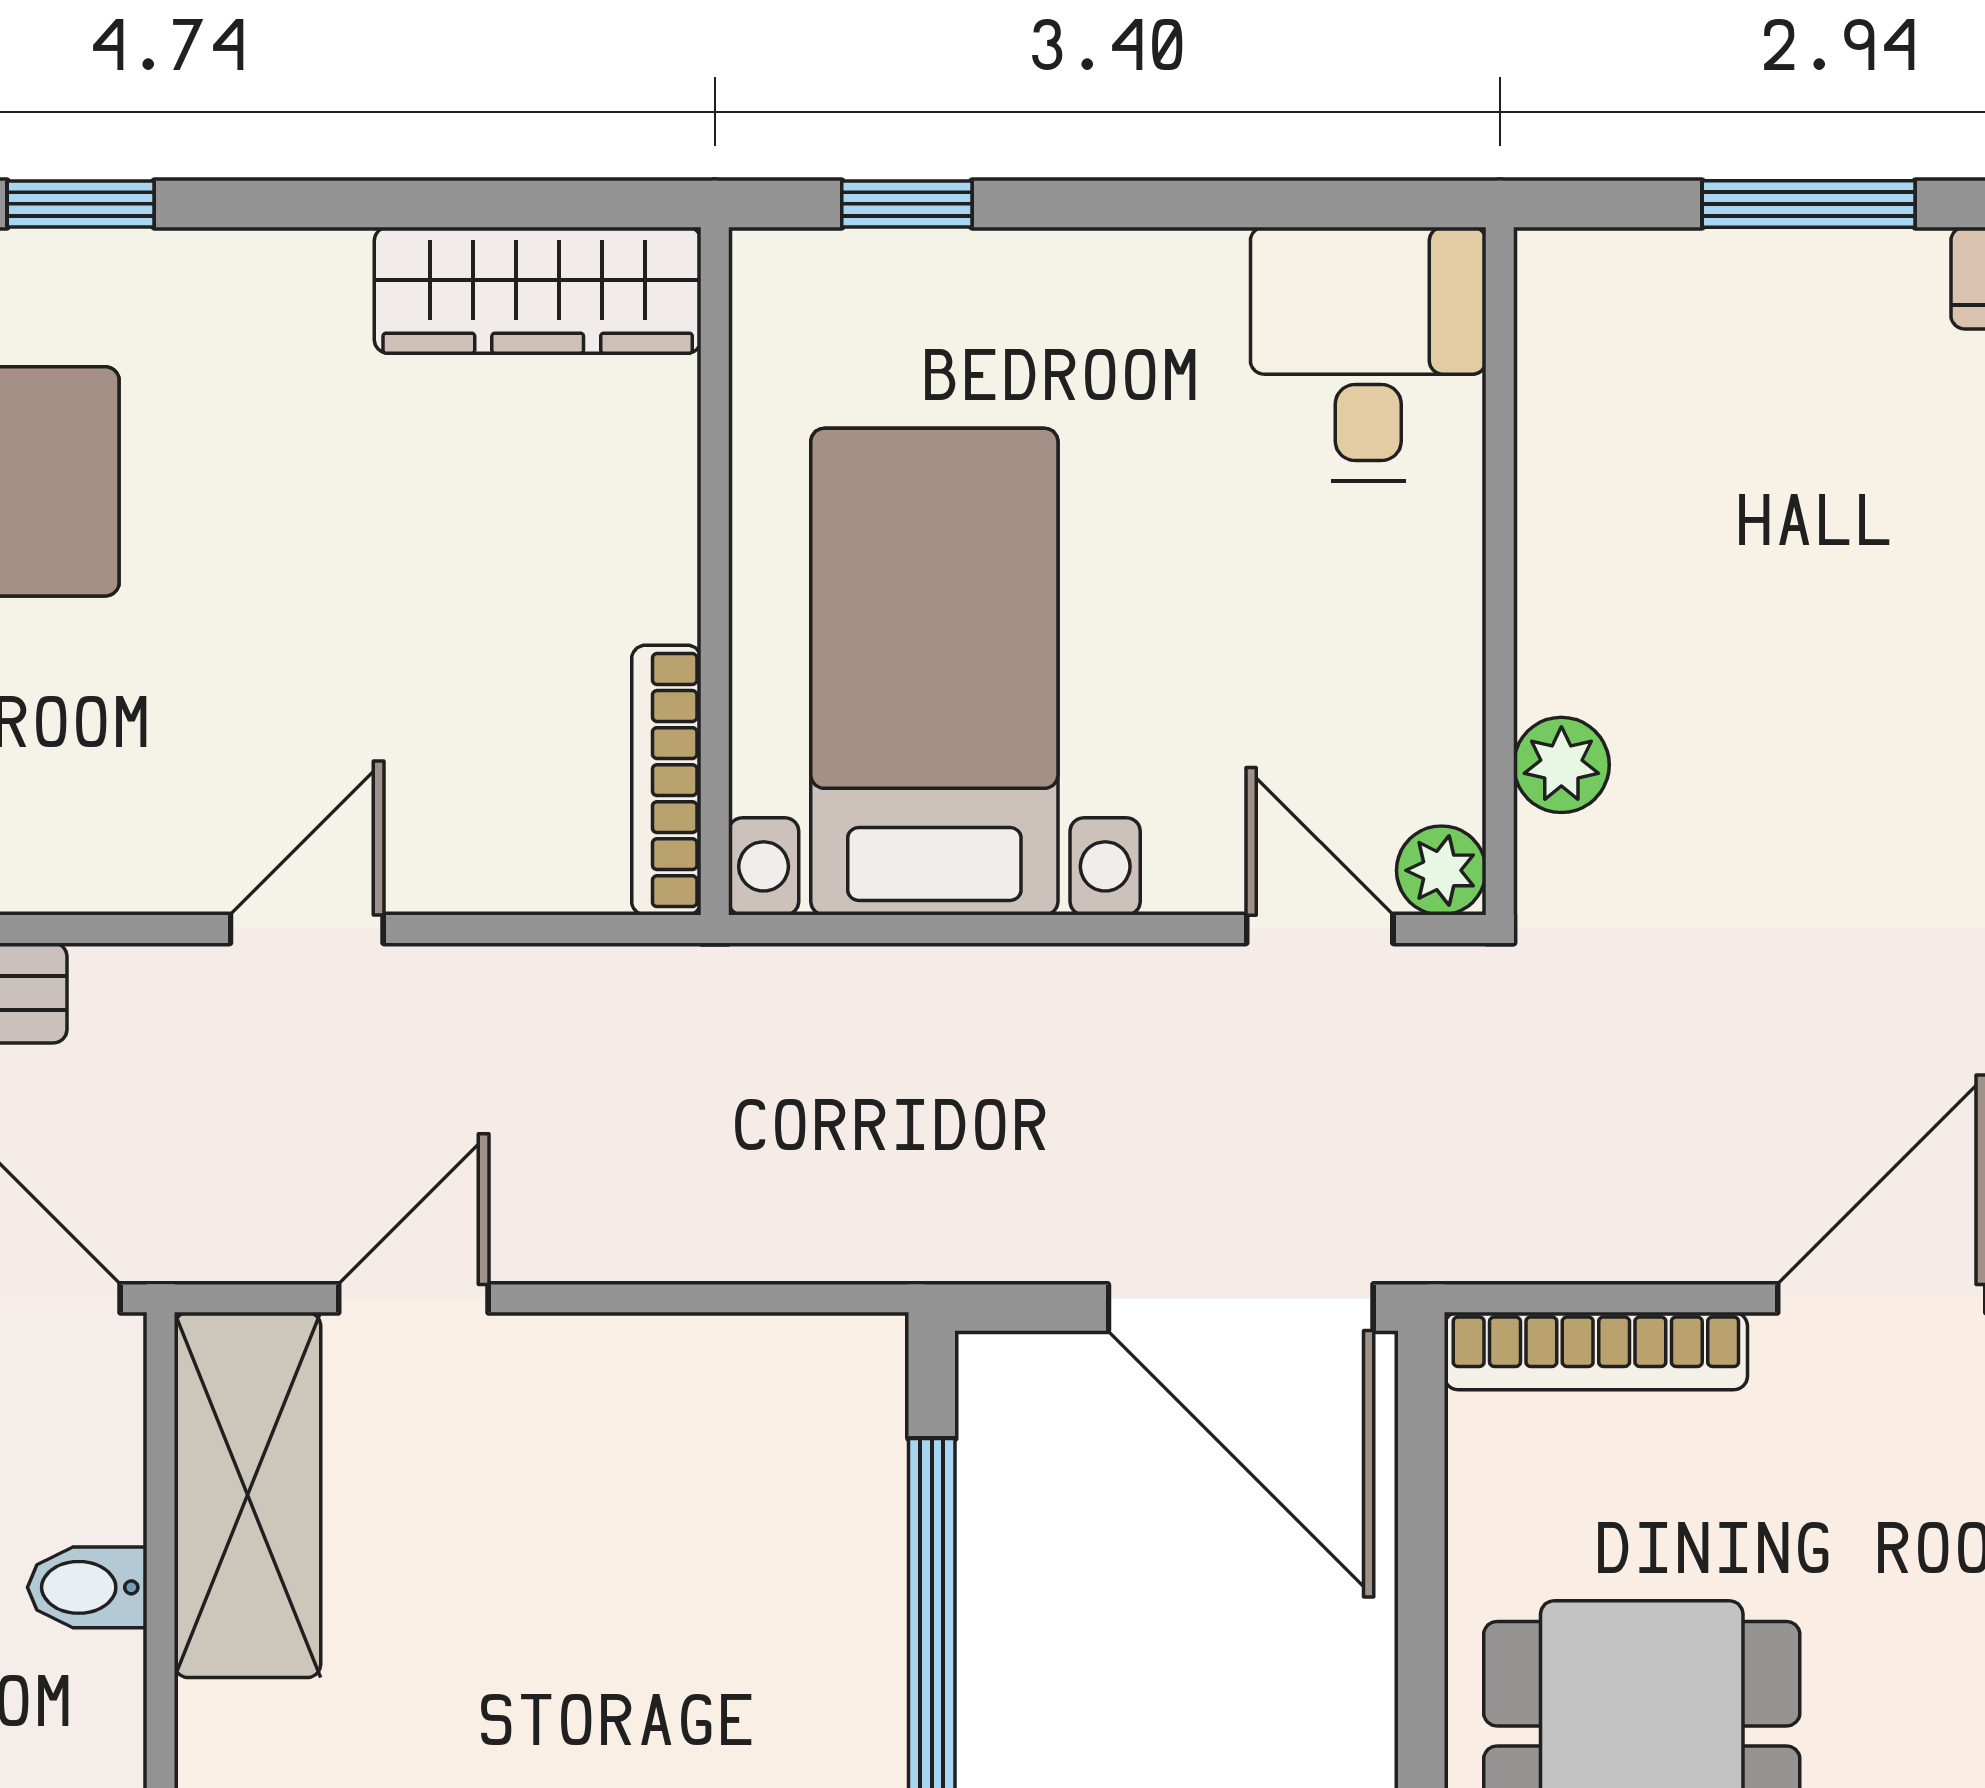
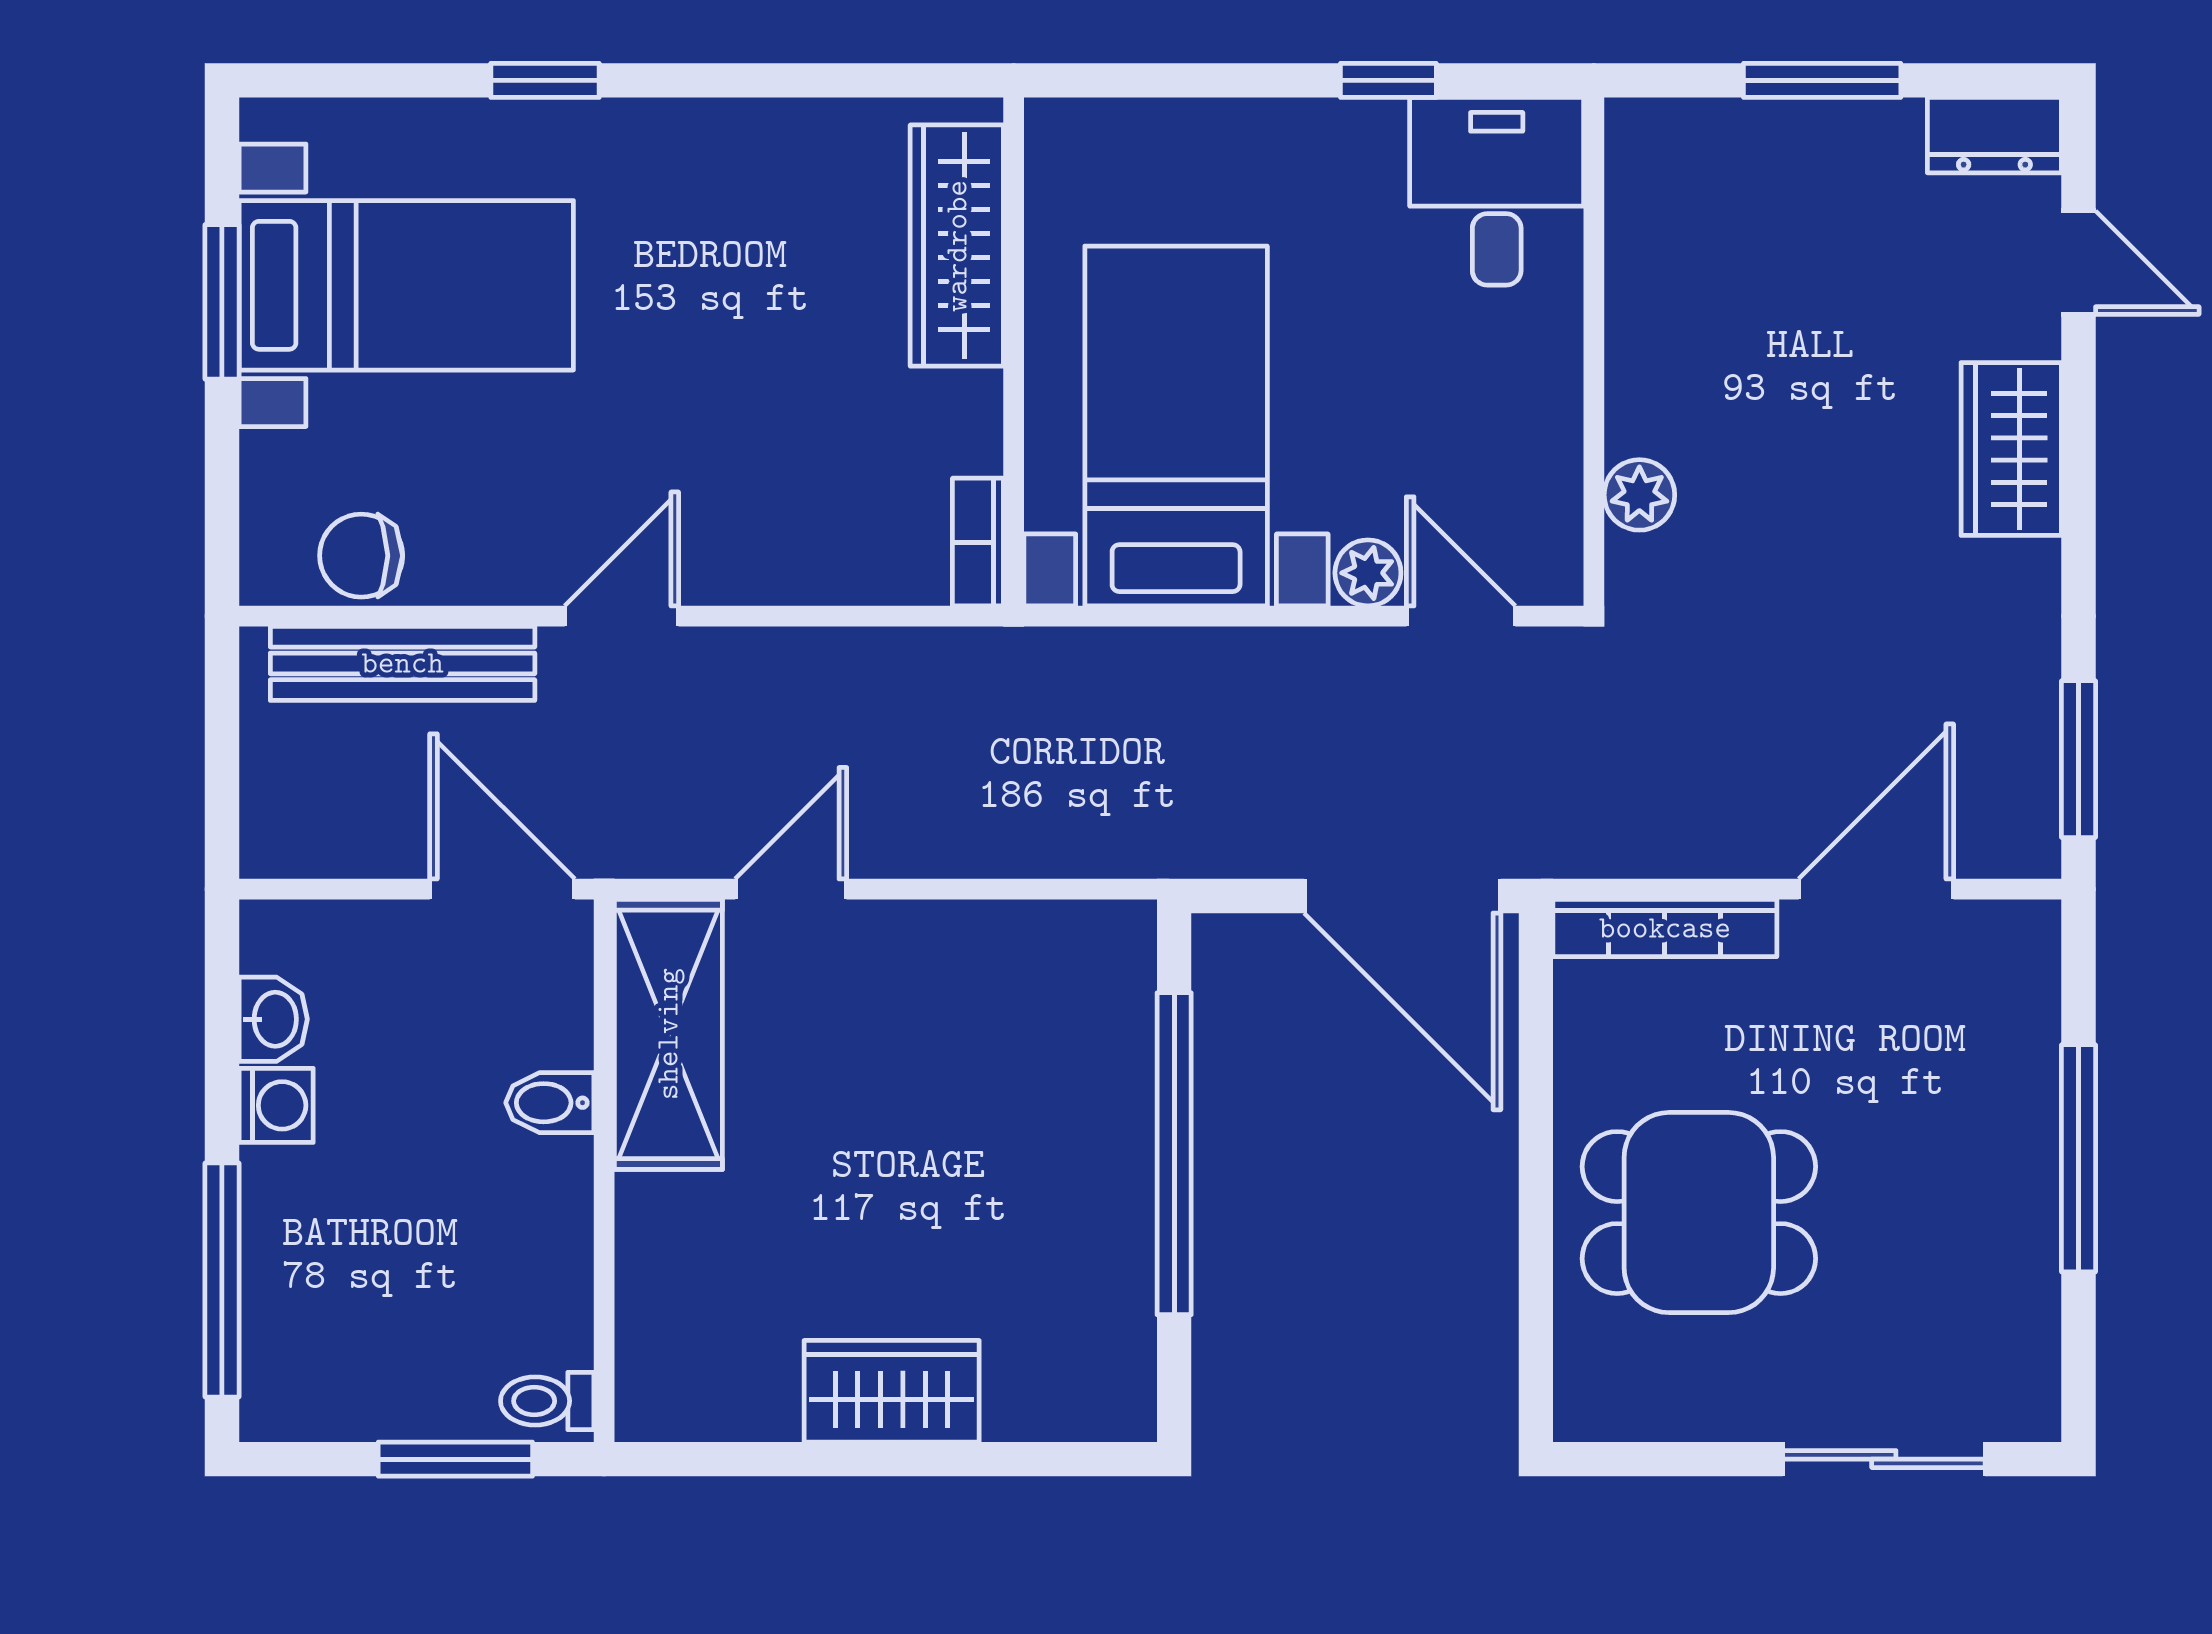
window: (907, 204) -> (1388, 80), moved
wardrobe: (538, 290) -> (957, 246), moved, turned 90
bookcase: (666, 780) -> (978, 542), width x0.64
plant: (1441, 870) -> (1368, 573), moved
door: (307, 929) -> (622, 616), moved

